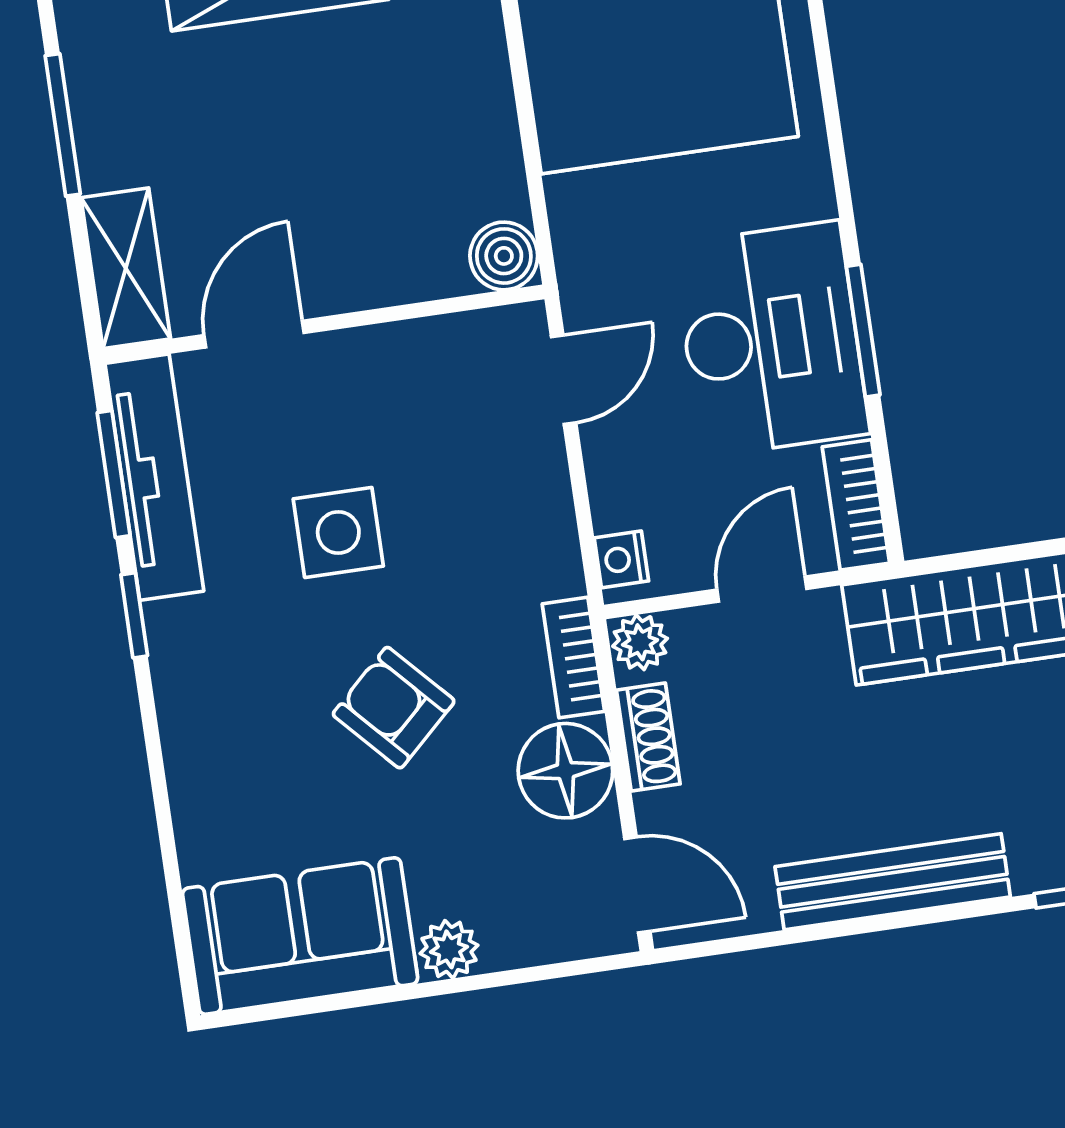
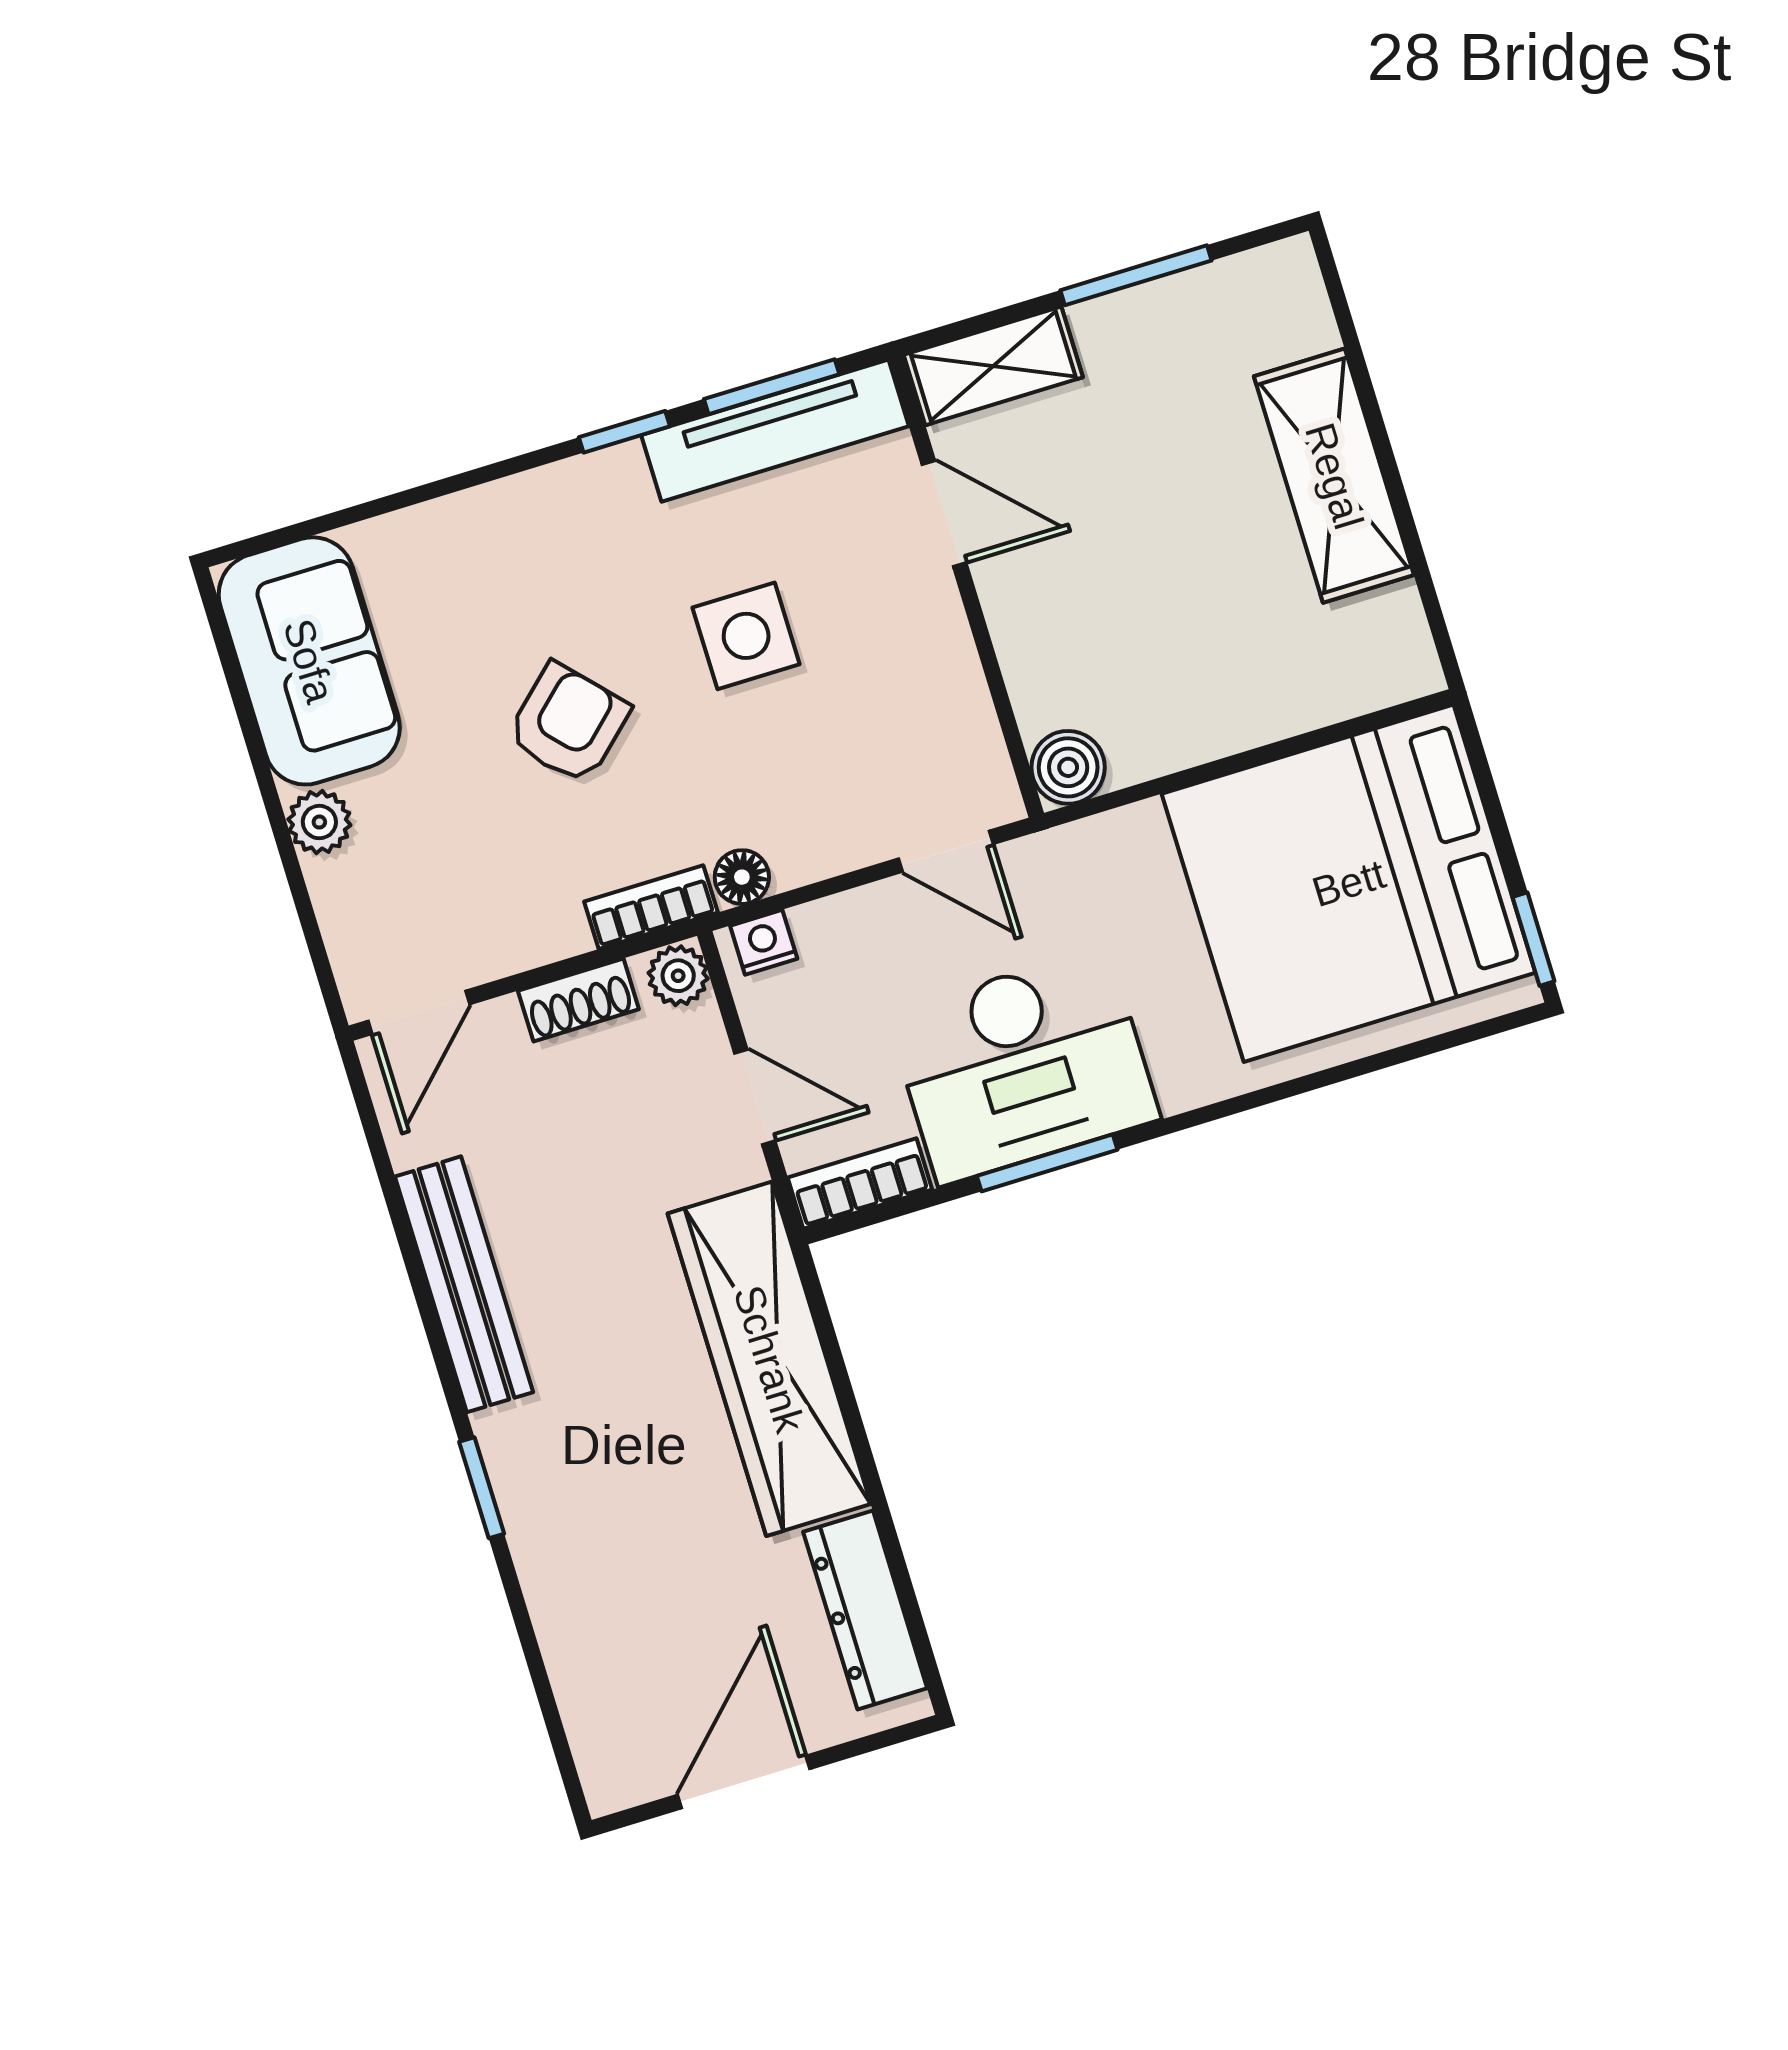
floor lamp: (565, 771) -> (742, 877), moved, width x0.53, depth x0.53

